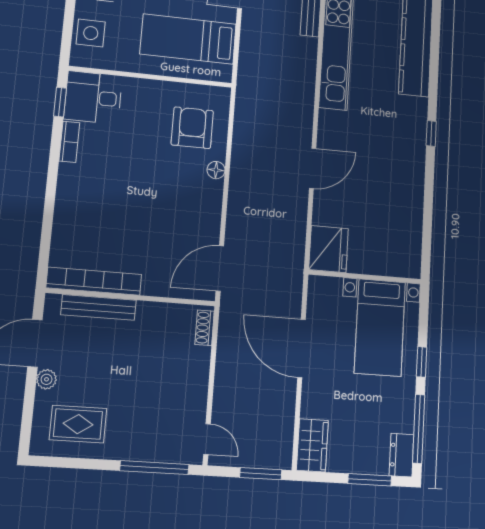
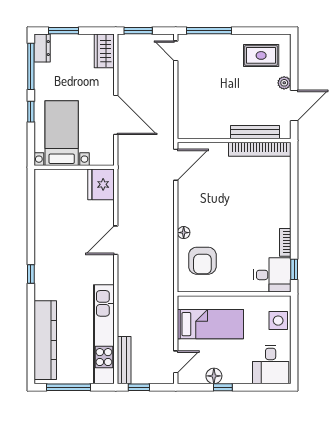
shoe rack: (205, 328) -> (183, 124), removed

